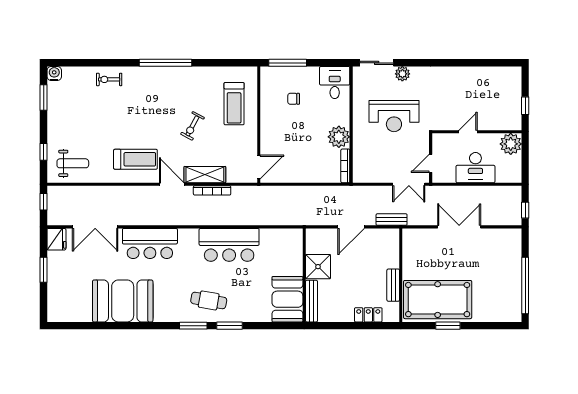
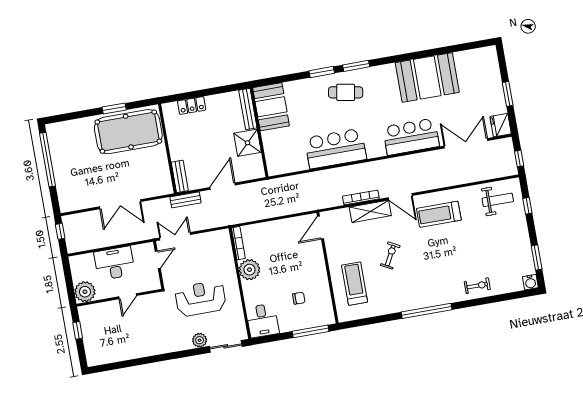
weight bench: (73, 163) -> (498, 200), turned 180
bench: (393, 285) -> (180, 176), moved

